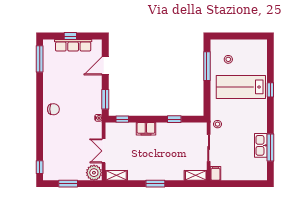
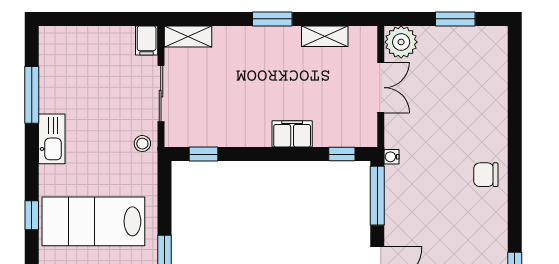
lab bench: (241, 87) -> (93, 221), turned 180
window: (105, 99) -> (377, 196), width x1.44
window: (174, 119) -> (203, 154), moved
kitchen sink: (261, 145) -> (52, 139), moved
window: (40, 167) -> (515, 54), removed
shelving: (116, 175) -> (325, 36), moved

